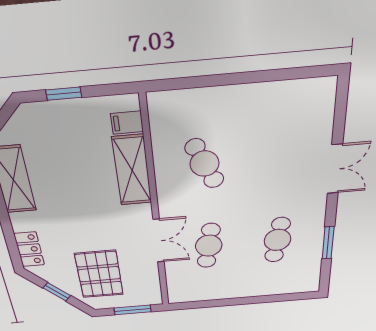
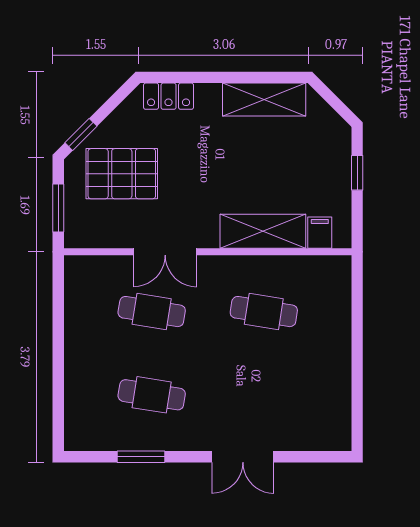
cafe table: (205, 164) -> (264, 312), turned 33
window: (57, 292) -> (81, 134), moved

